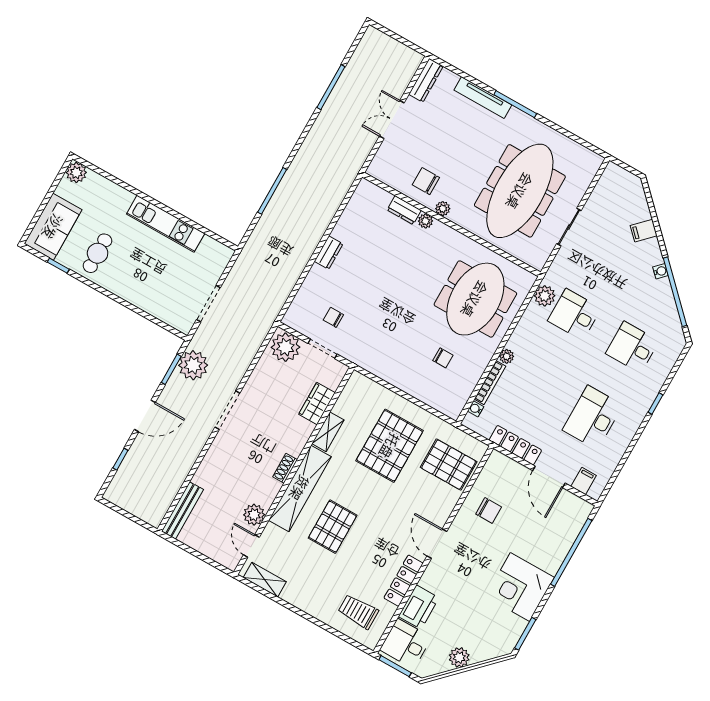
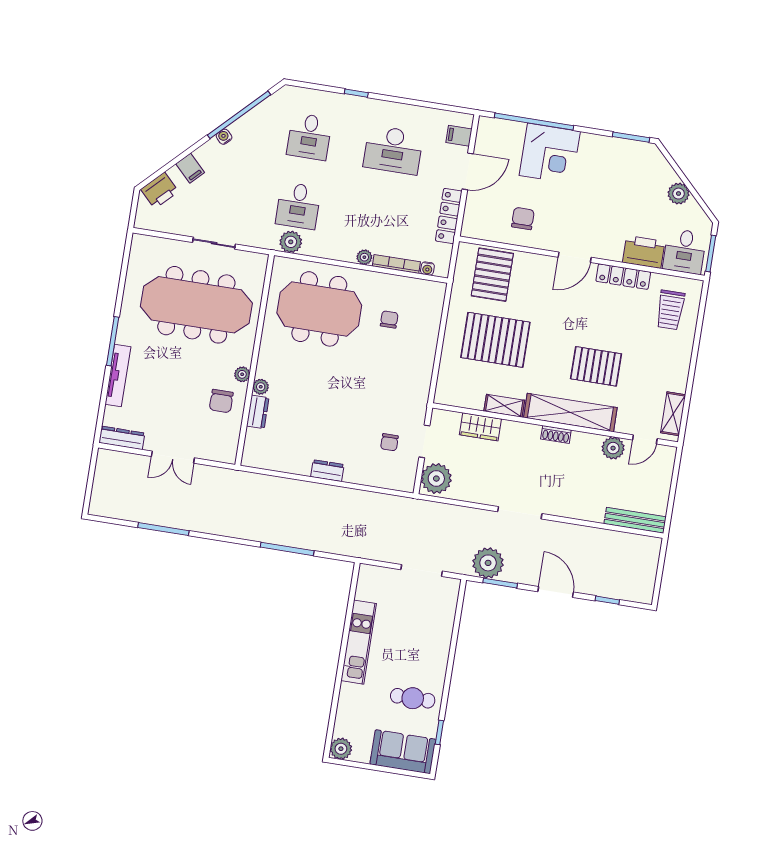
printer: (634, 196) -> (160, 190), added
corner desk: (520, 587) -> (550, 154), moved

